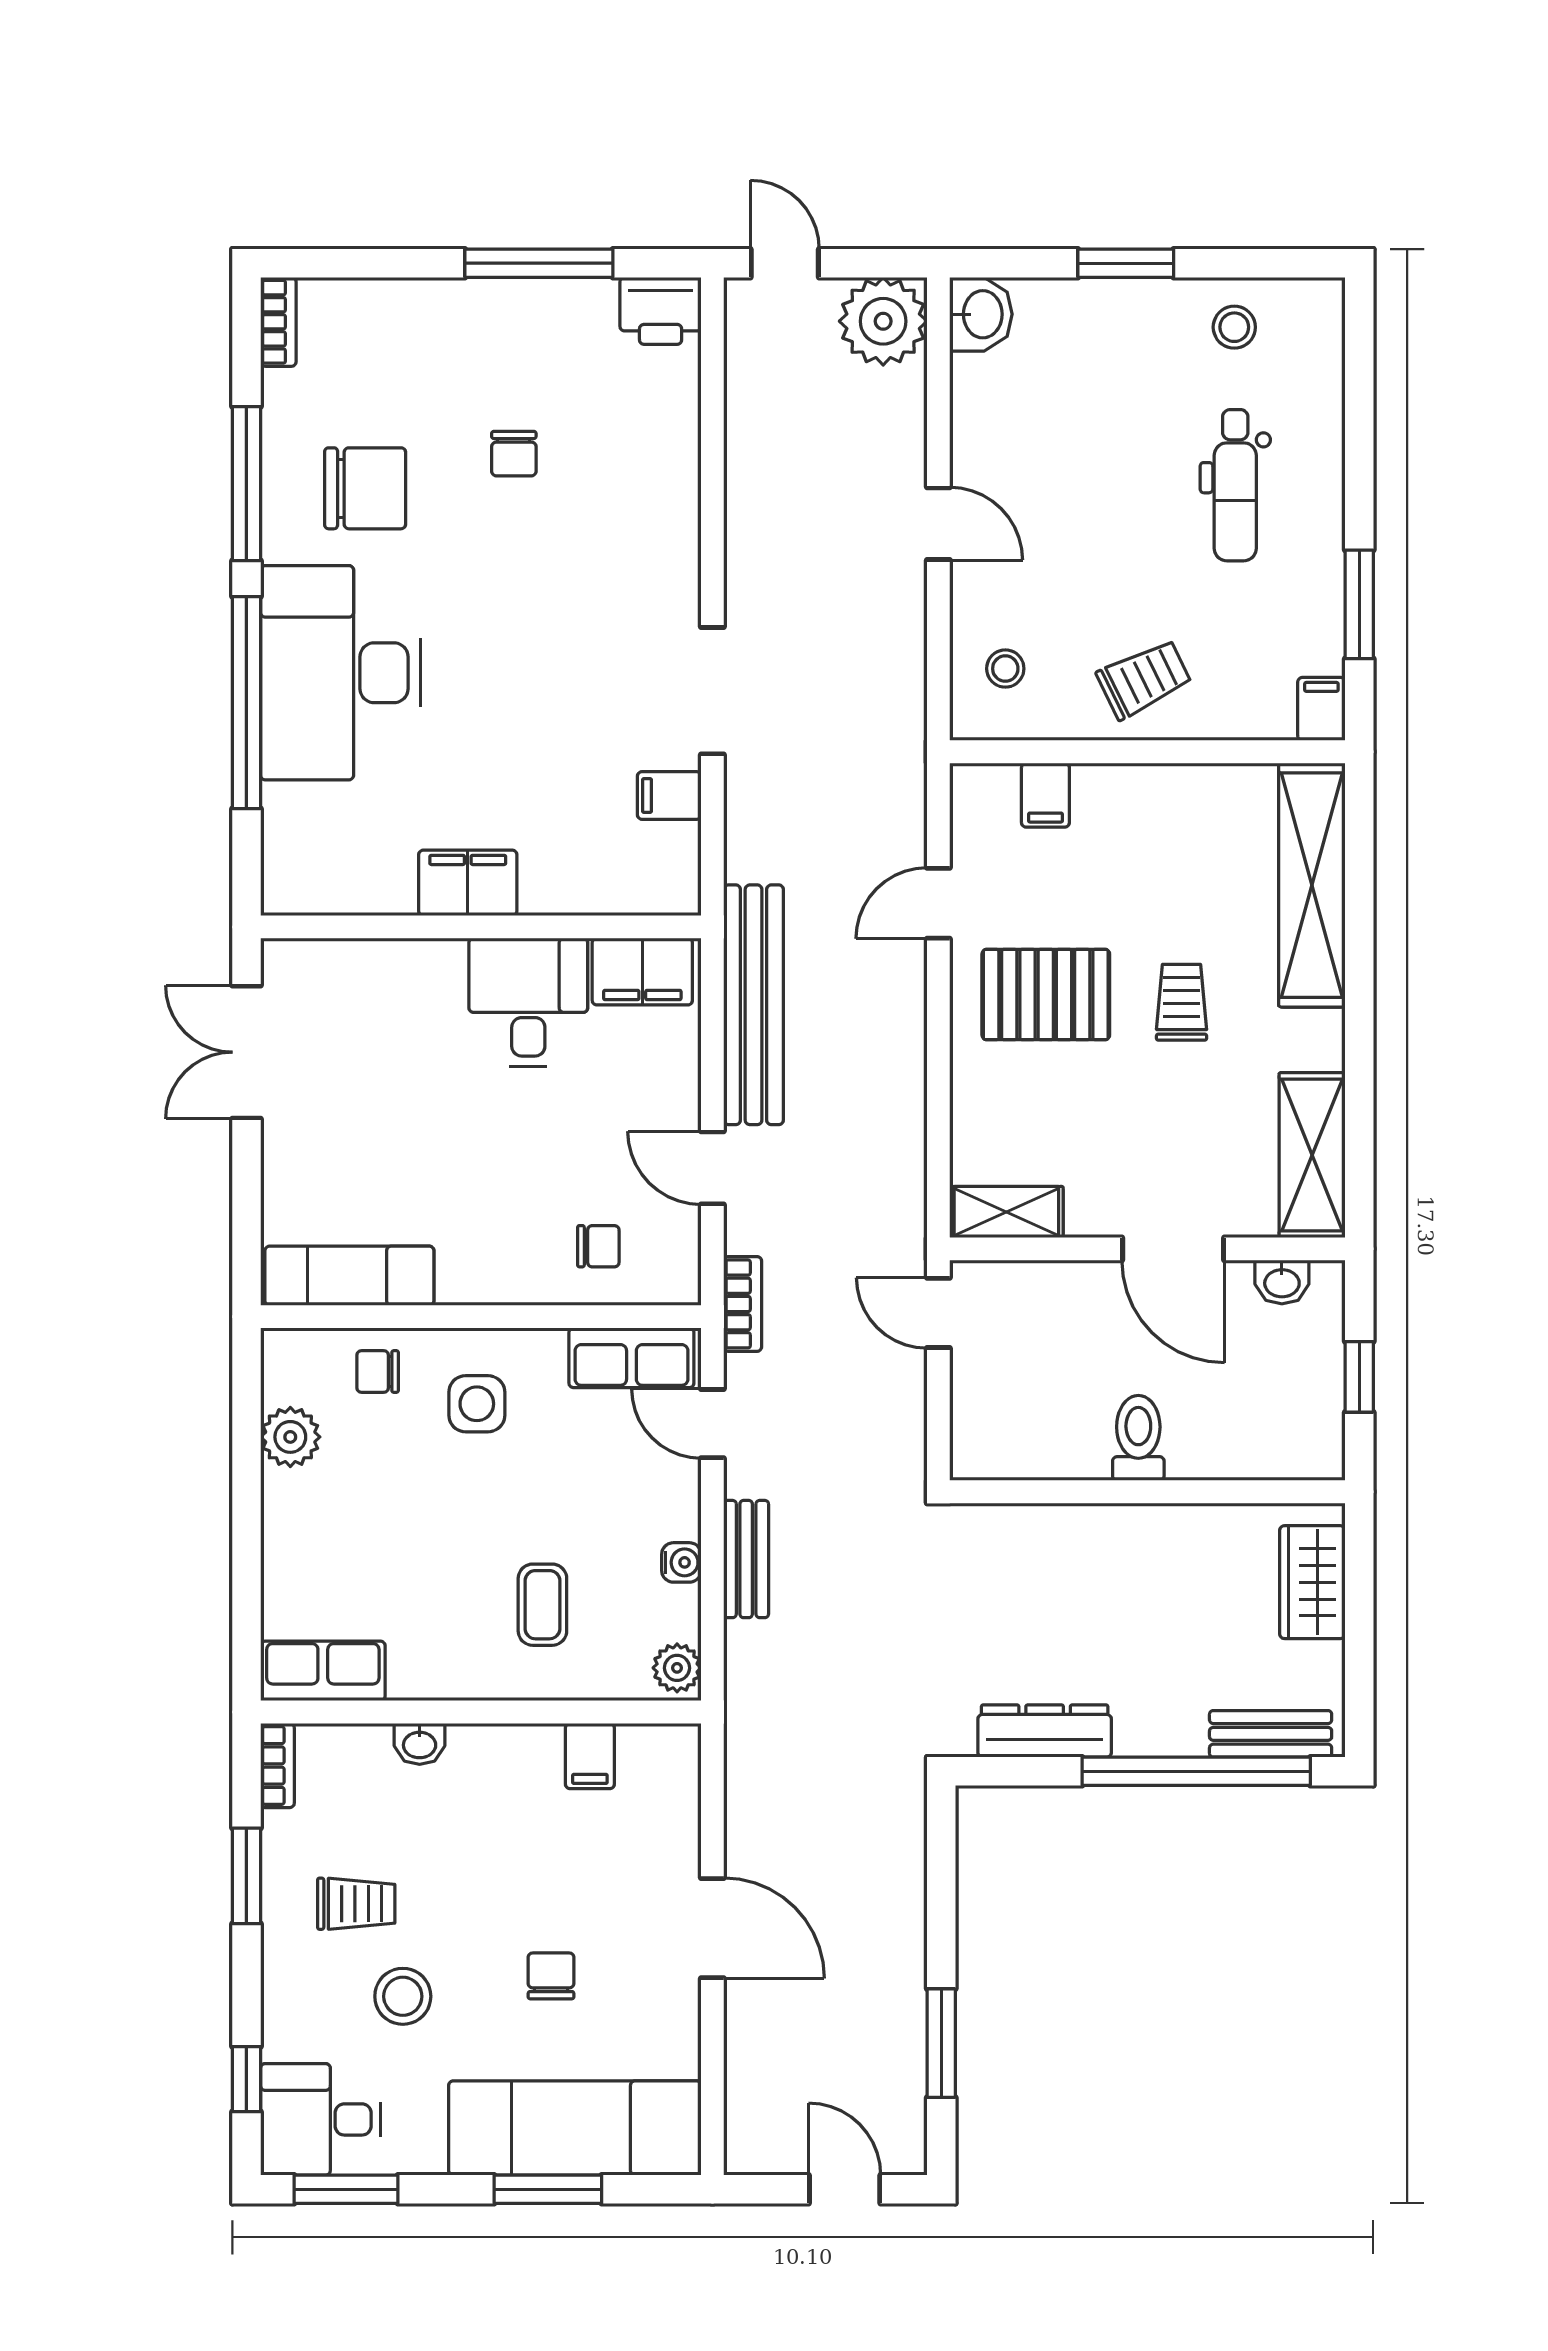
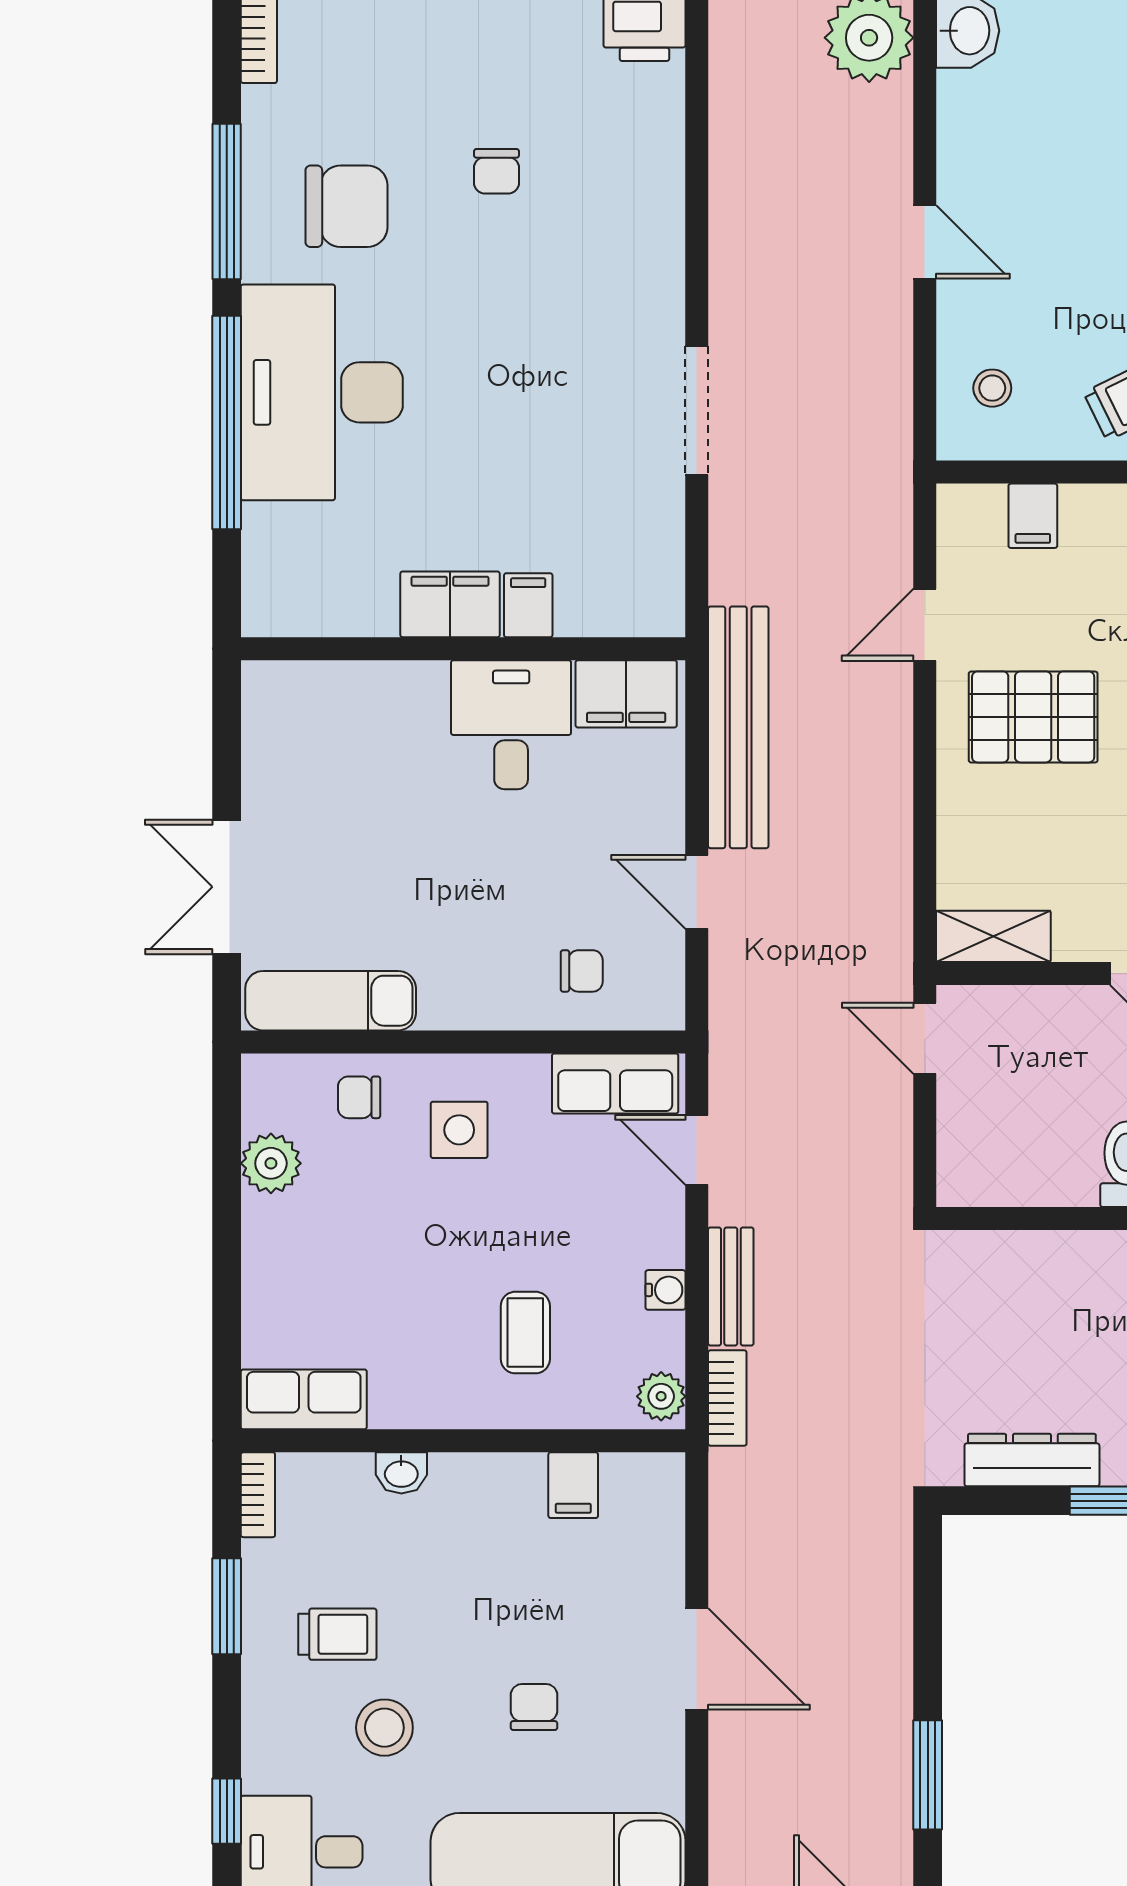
filing cabinet: (669, 795) -> (528, 605), moved, turned 90
double door: (246, 1052) -> (227, 887), moved
bookcase: (743, 1304) -> (727, 1398), moved

